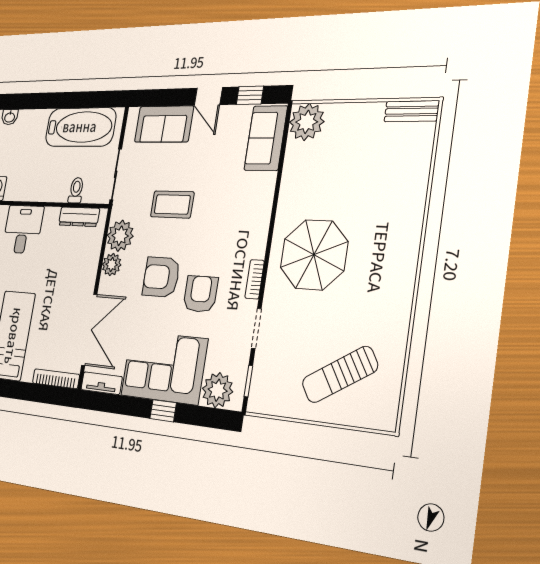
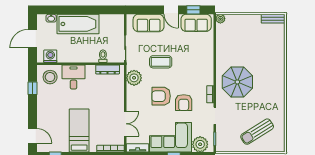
plant: (307, 122) -> (220, 19), width x0.53, depth x0.53
bathtub: (80, 127) -> (78, 24), moved
sofa: (266, 138) -> (196, 23), moved, turned -90
plant: (112, 265) -> (132, 92), removed
armchair: (200, 294) -> (184, 103), turned 180
double door: (89, 330) -> (125, 124), width x0.73

